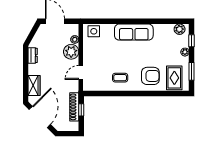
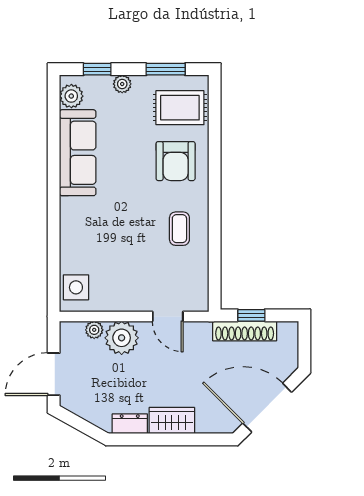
sofa: (134, 32) -> (78, 153), moved
armchair: (150, 76) -> (176, 161), turned 180
wardrobe: (34, 86) -> (172, 421), moved

